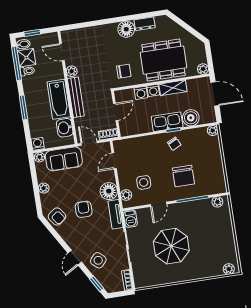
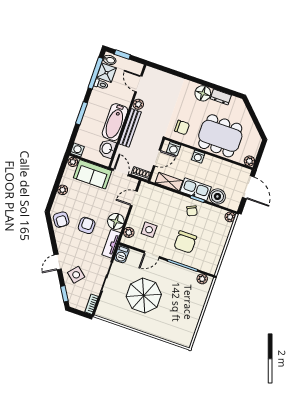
shelving: (173, 88) -> (169, 182), moved
washing machine: (141, 93) -> (174, 149), moved
plant: (229, 269) -> (182, 340), removed

